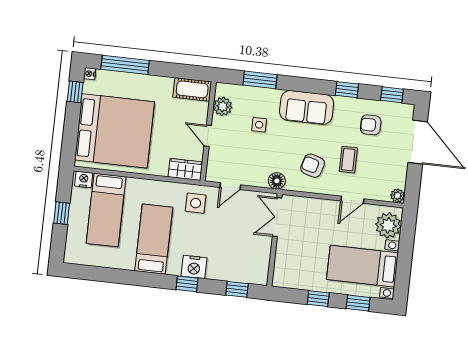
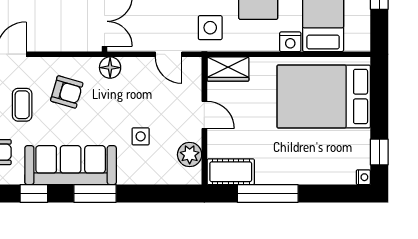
window: (125, 65) -> (268, 193), moved
window: (260, 80) -> (95, 193), moved
sofa: (307, 107) -> (71, 165), width x1.36
bed: (114, 131) -> (324, 96), width x0.73
nightstand: (84, 179) -> (290, 42), moved
door: (230, 186) -> (169, 54), swing flipped

